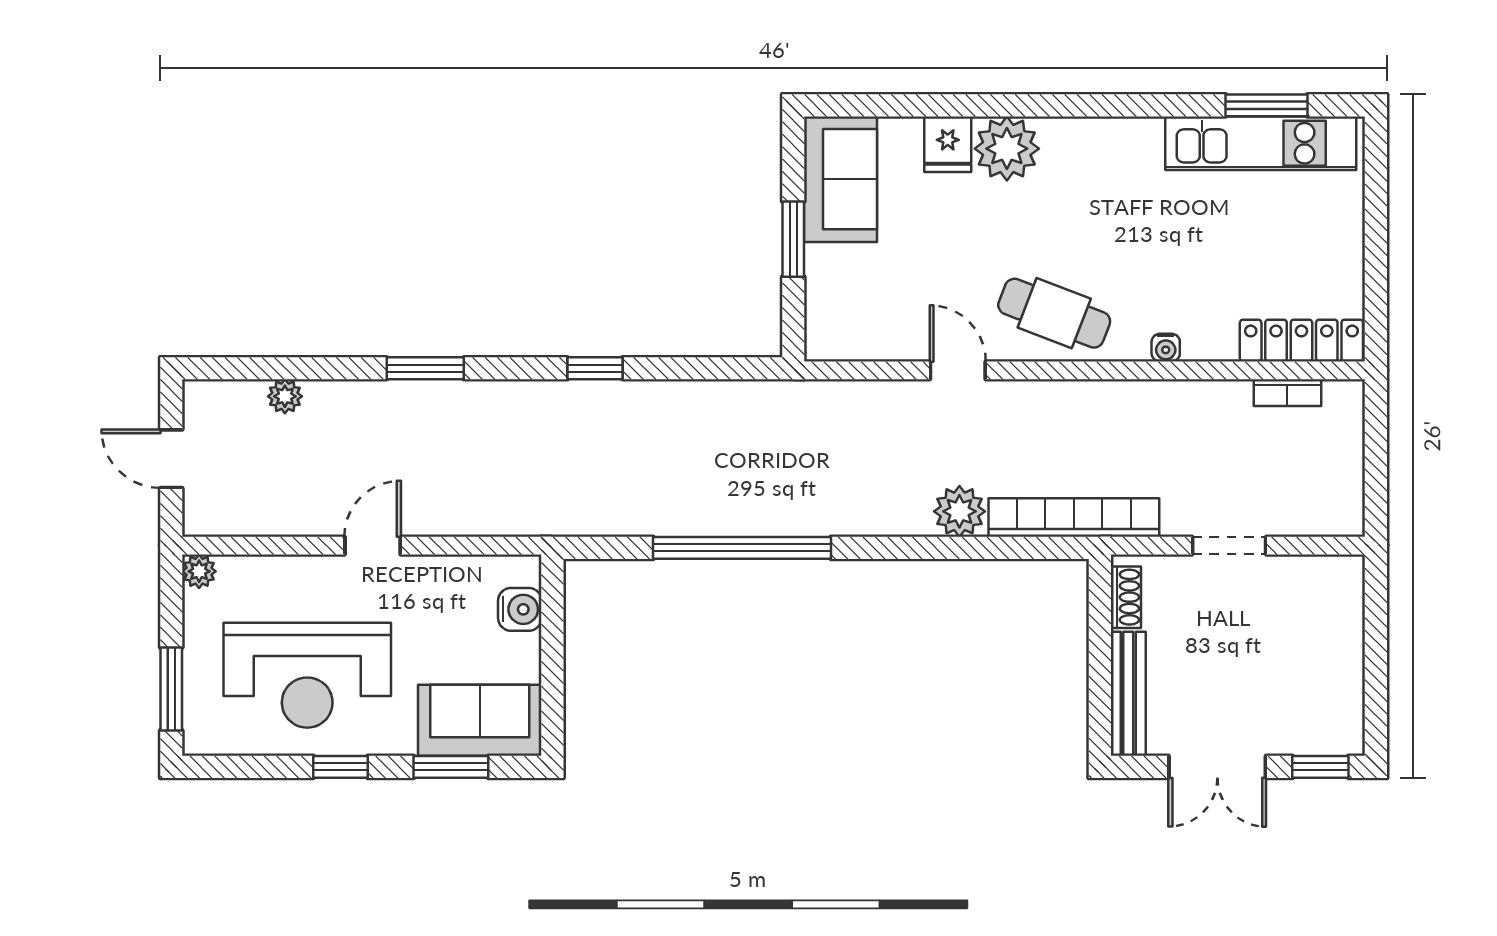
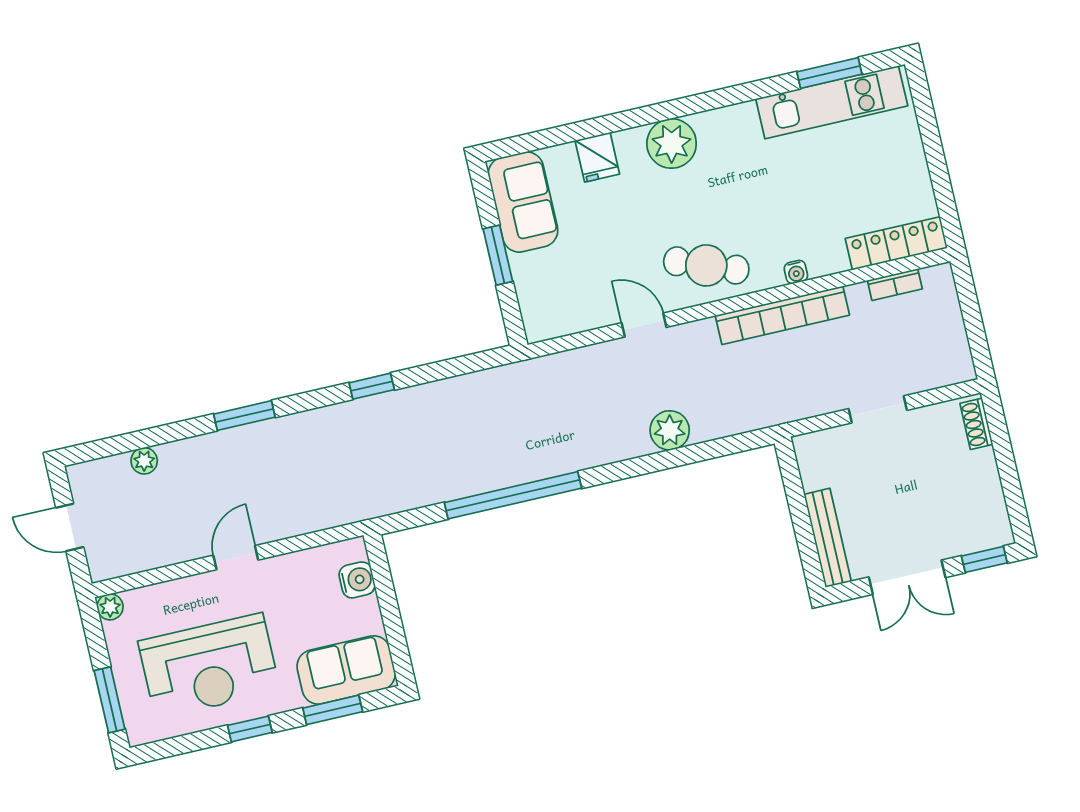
plant: (1007, 149) -> (672, 144), moved
bookcase: (1074, 518) -> (782, 315), moved, turned 180
shoe rack: (1126, 597) -> (976, 424), moved, turned 180

